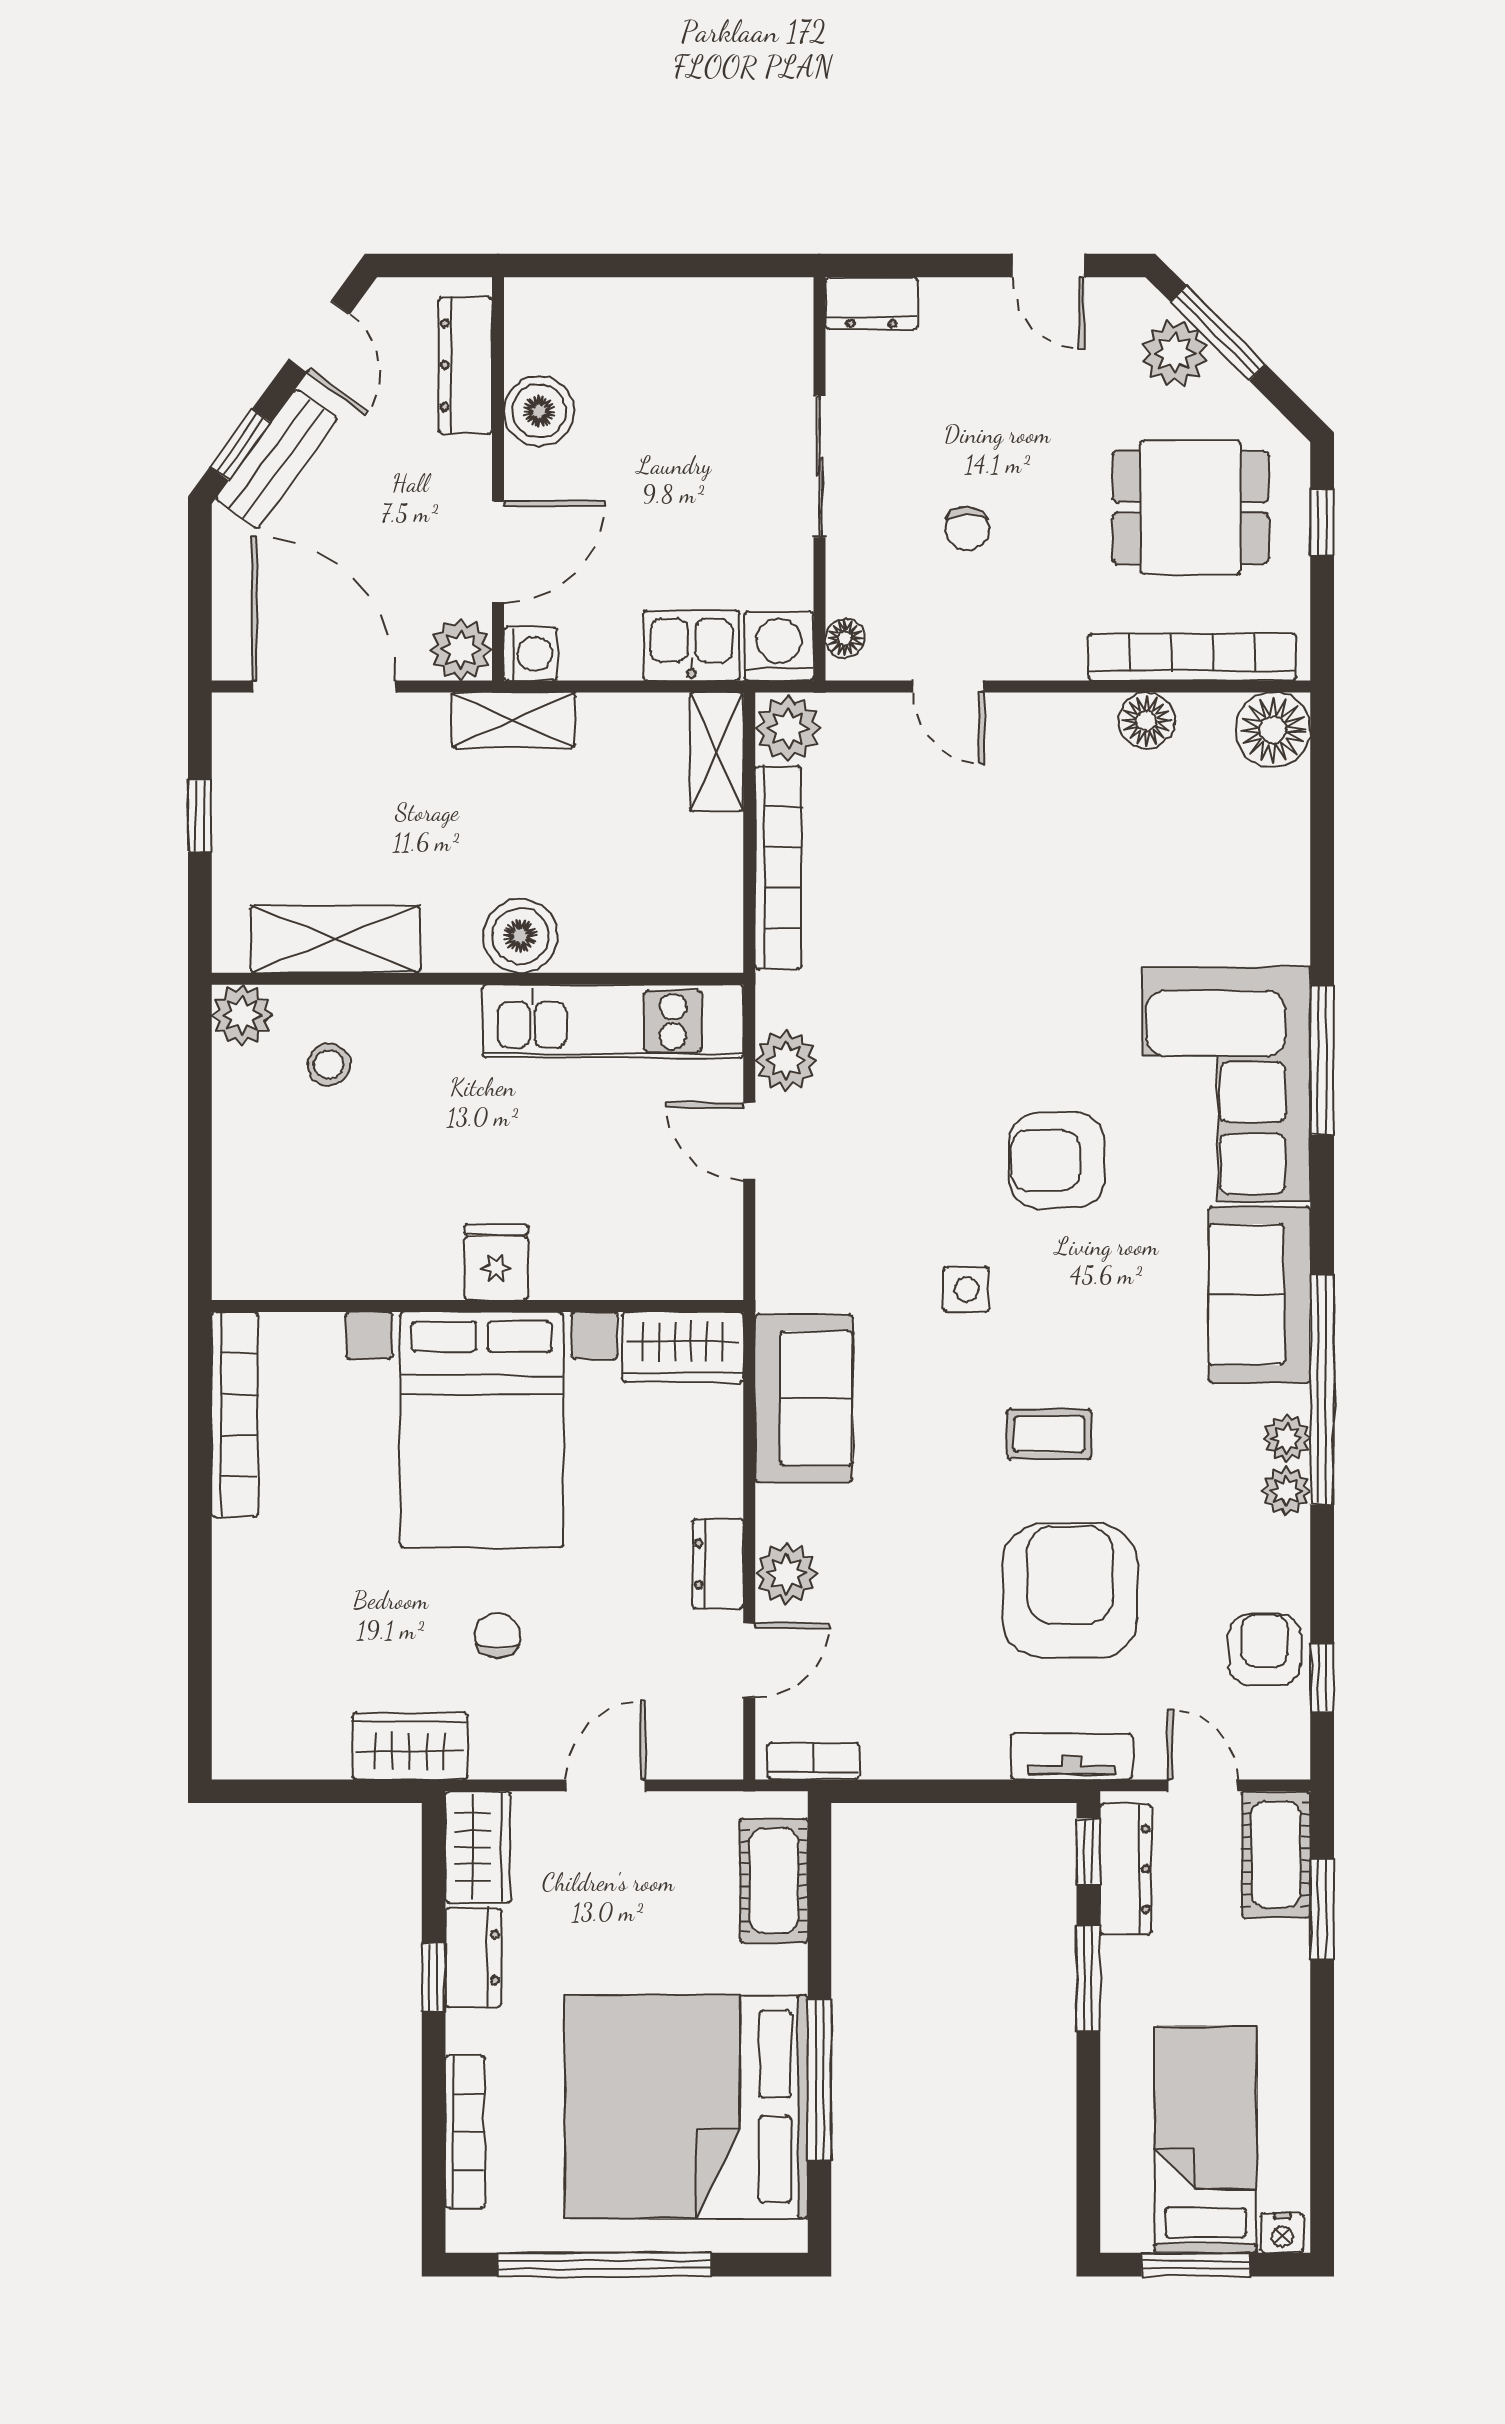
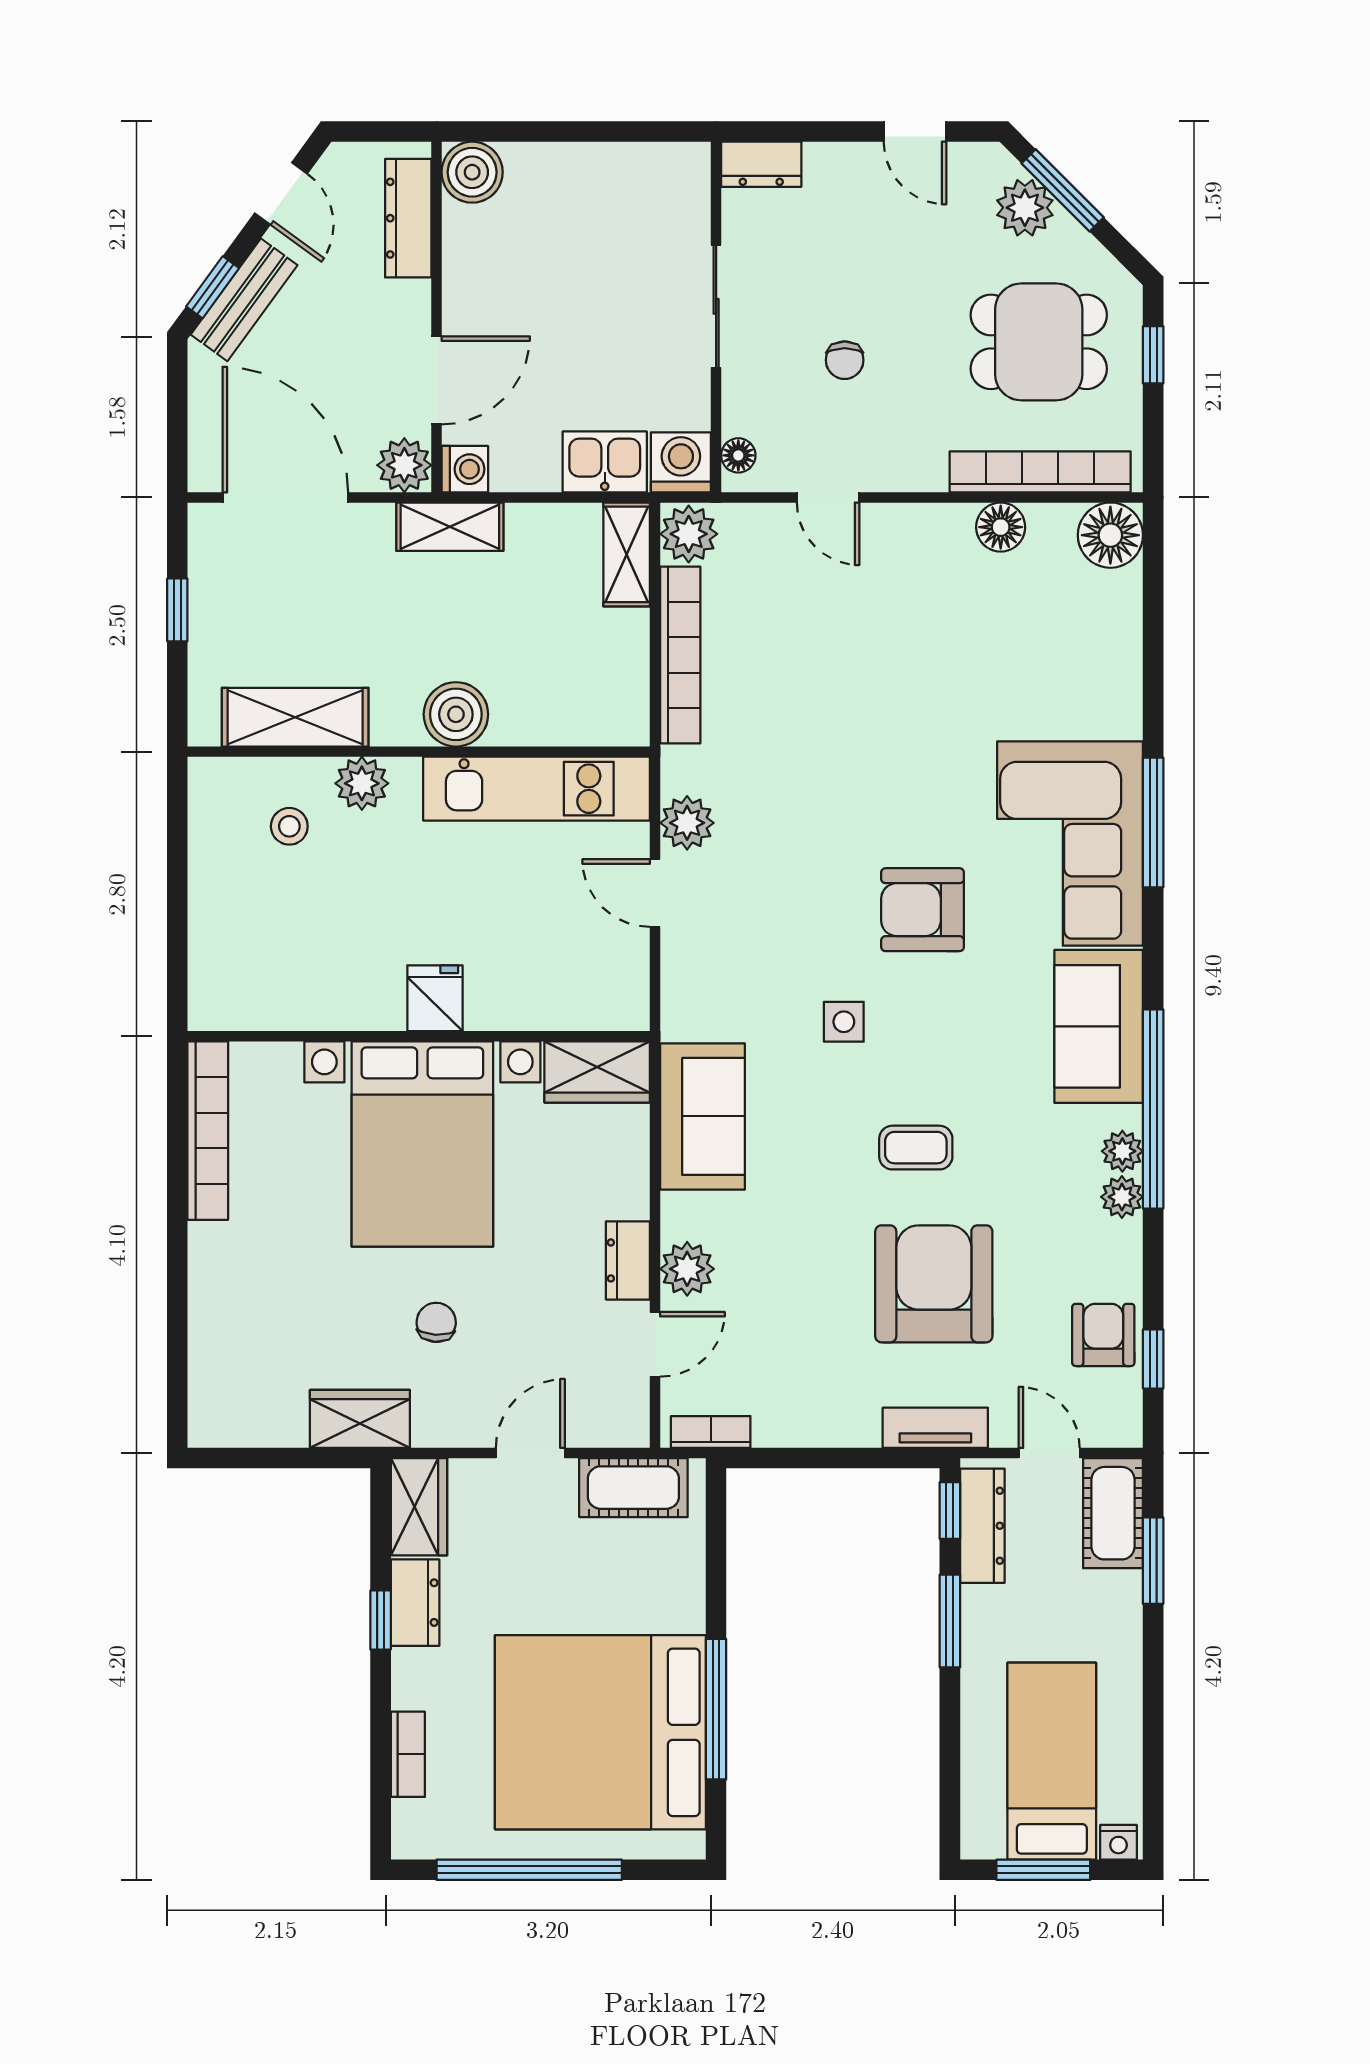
boiler: (539, 411) -> (472, 172), moved
plant: (242, 1015) -> (362, 783), moved
cot: (774, 1881) -> (633, 1488), moved, turned 90
bookcase: (465, 2132) -> (408, 1754), width x0.64

